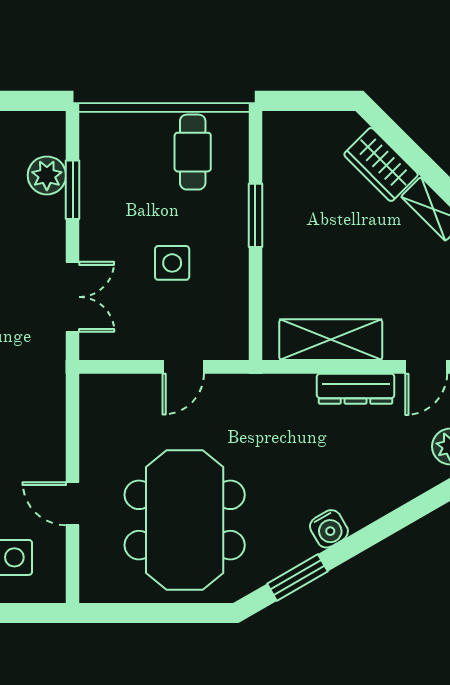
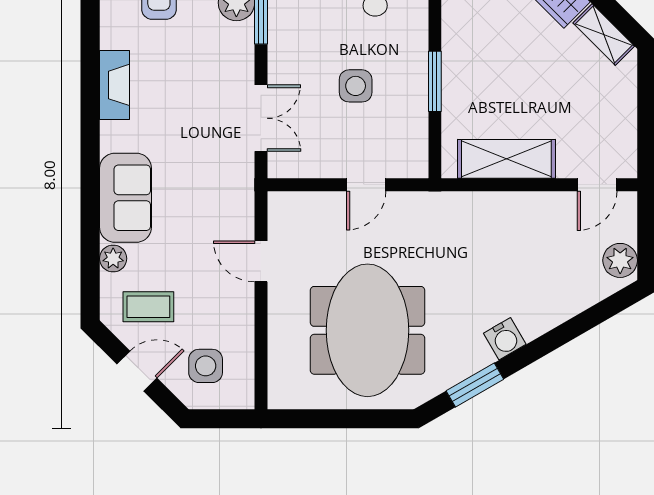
window: (255, 215) -> (435, 81), moved
dresser: (356, 389) -> (530, 205), removed
door: (73, 504) -> (261, 261), moved

